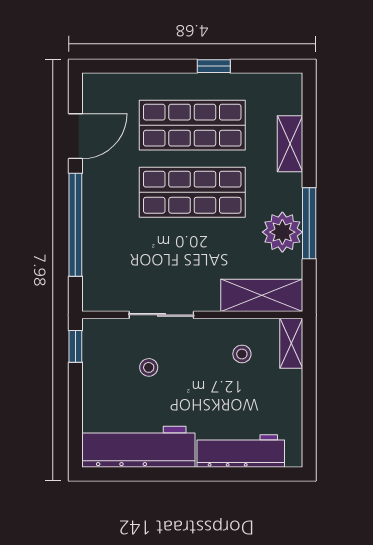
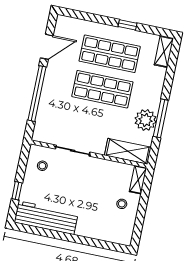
shelving: (290, 144) -> (164, 52), moved
window: (75, 346) -> (17, 191), moved
stool: (242, 354) -> (122, 204), moved
stool: (149, 367) -> (42, 166), moved
workbench: (241, 451) -> (100, 231), removed

